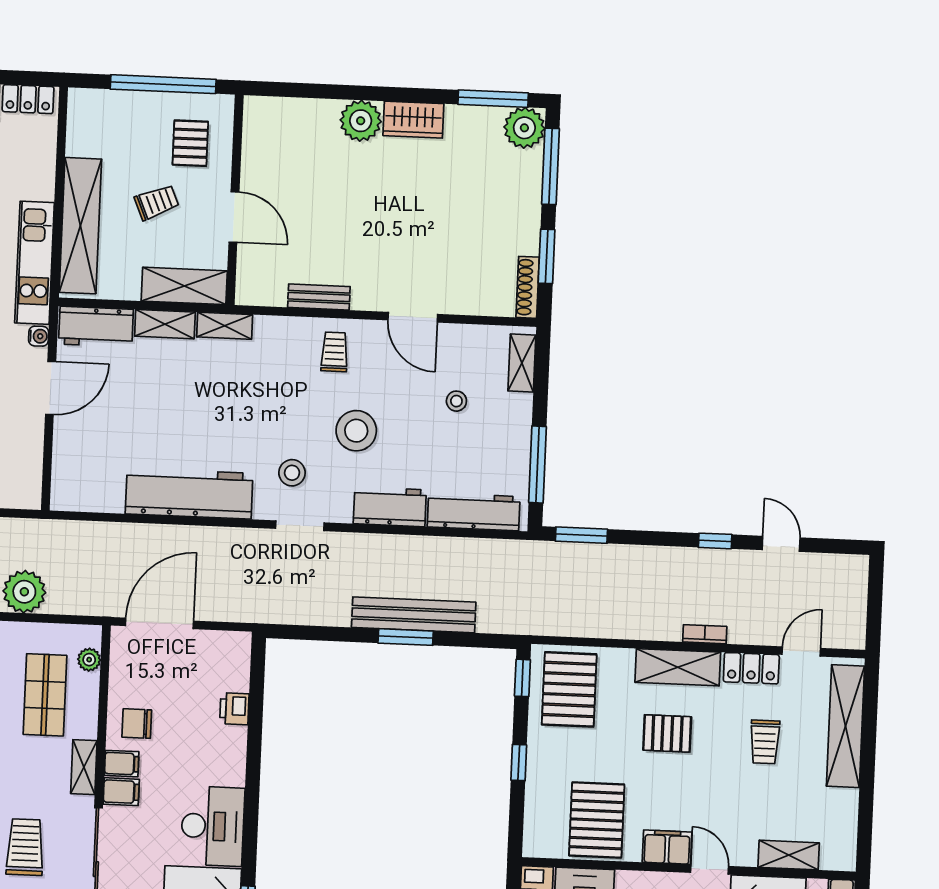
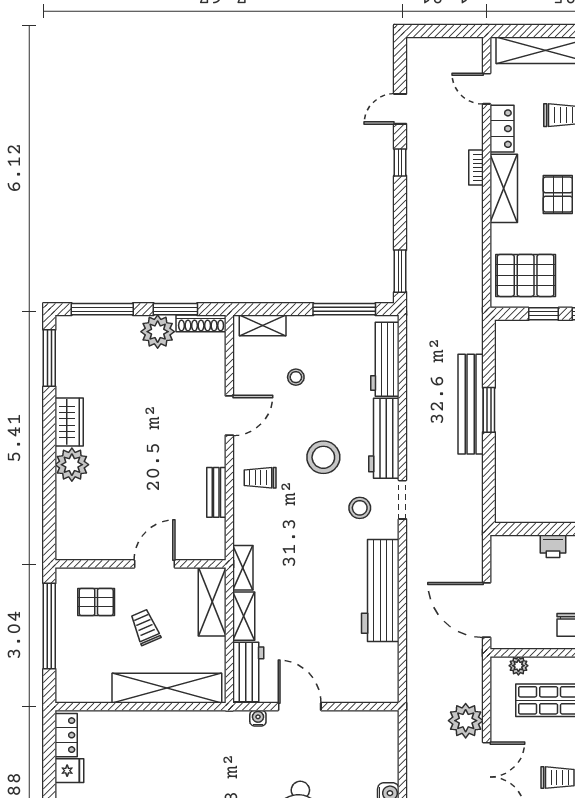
plant: (524, 128) -> (158, 332), moved
kitchen unit: (35, 263) -> (199, 724), removed
workbench: (390, 507) -> (384, 438), width x1.38
window: (522, 678) -> (543, 314), moved

